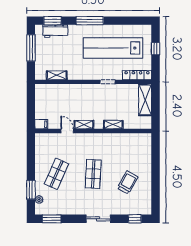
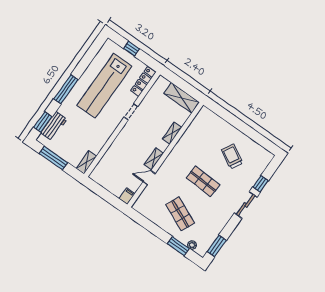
shelving: (57, 75) -> (86, 162), moved
shelving: (145, 100) -> (182, 98), moved
window: (135, 219) -> (261, 184), moved

